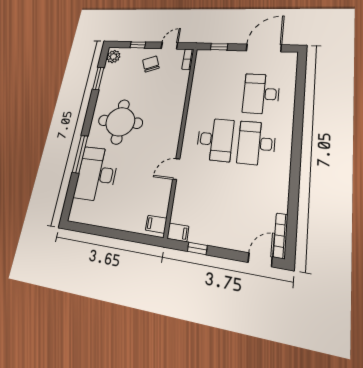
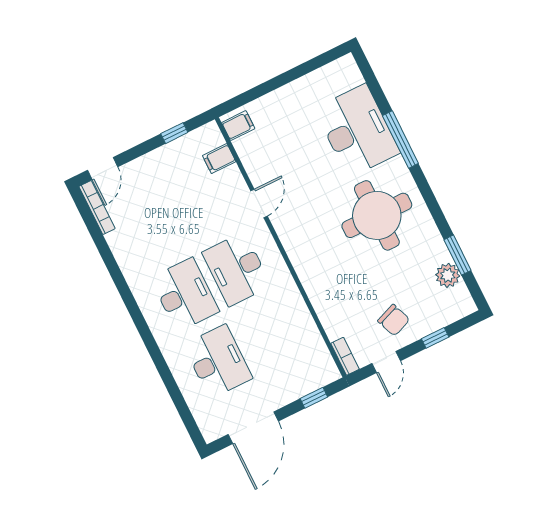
plant: (113, 57) -> (448, 275), moved
filing cabinet: (178, 232) -> (219, 159), moved

